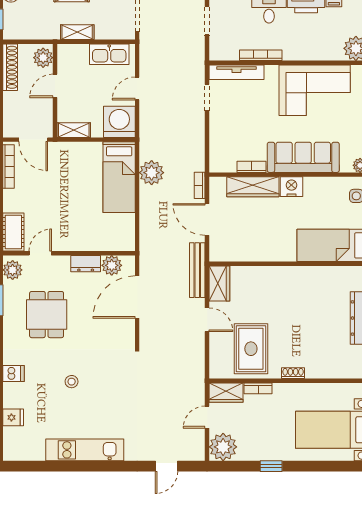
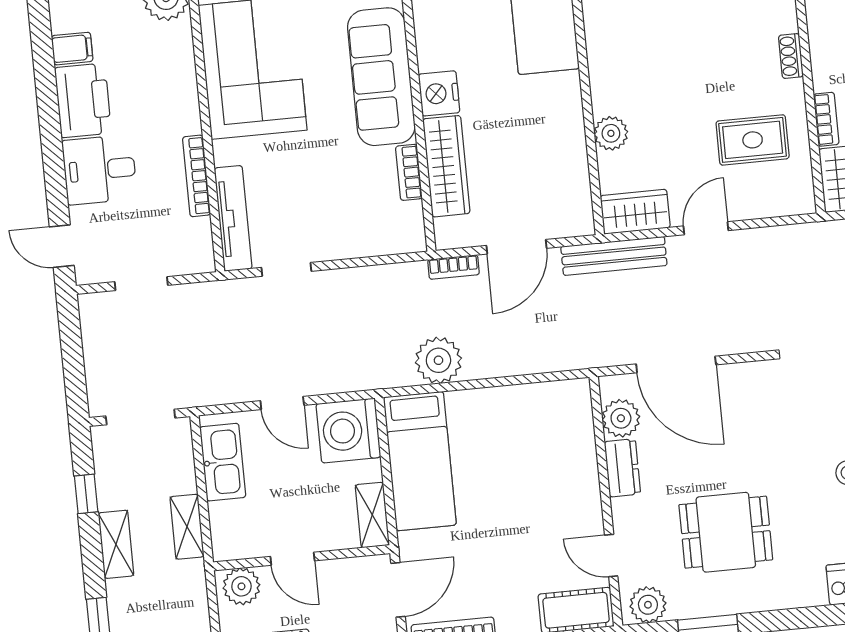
bed: (119, 177) -> (420, 461), moved, turned 90
plant: (262, 275) -> (611, 133), added
rug: (251, 349) -> (753, 140), width x0.73, depth x0.70

